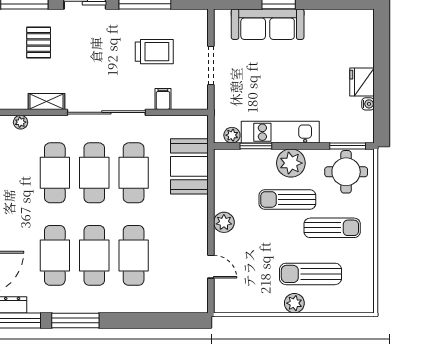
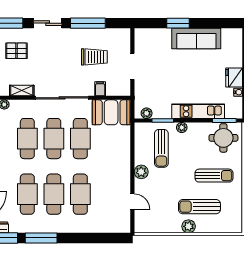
sofa: (268, 24) -> (196, 38), moved
pallet: (39, 42) -> (16, 51), turned 90
kitchen unit: (280, 132) -> (198, 111), moved
plant: (291, 163) -> (182, 127), width x0.53, depth x0.53
booth: (189, 166) -> (111, 112), moved, turned 90
sun lounger: (287, 199) -> (161, 148), moved, turned -90

